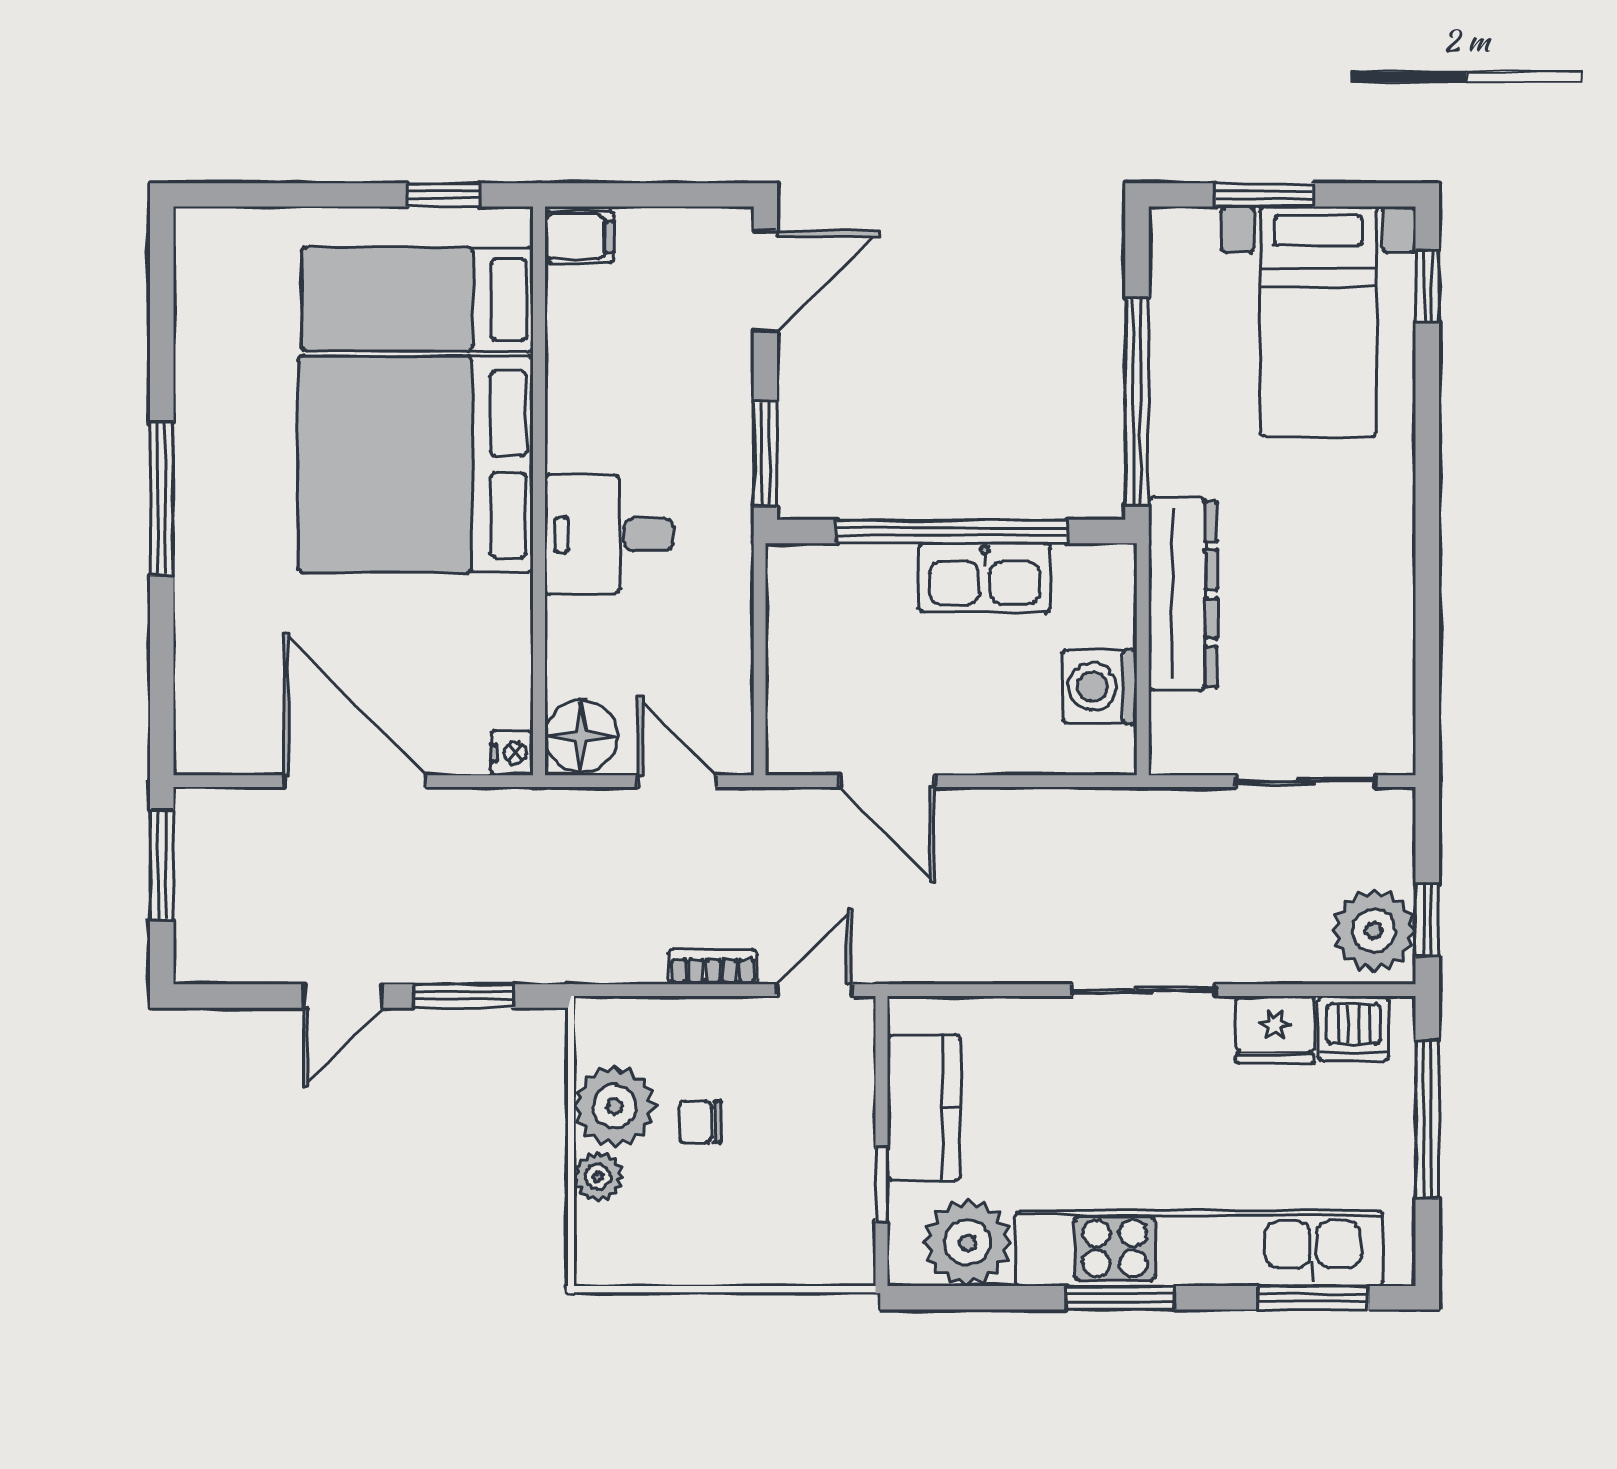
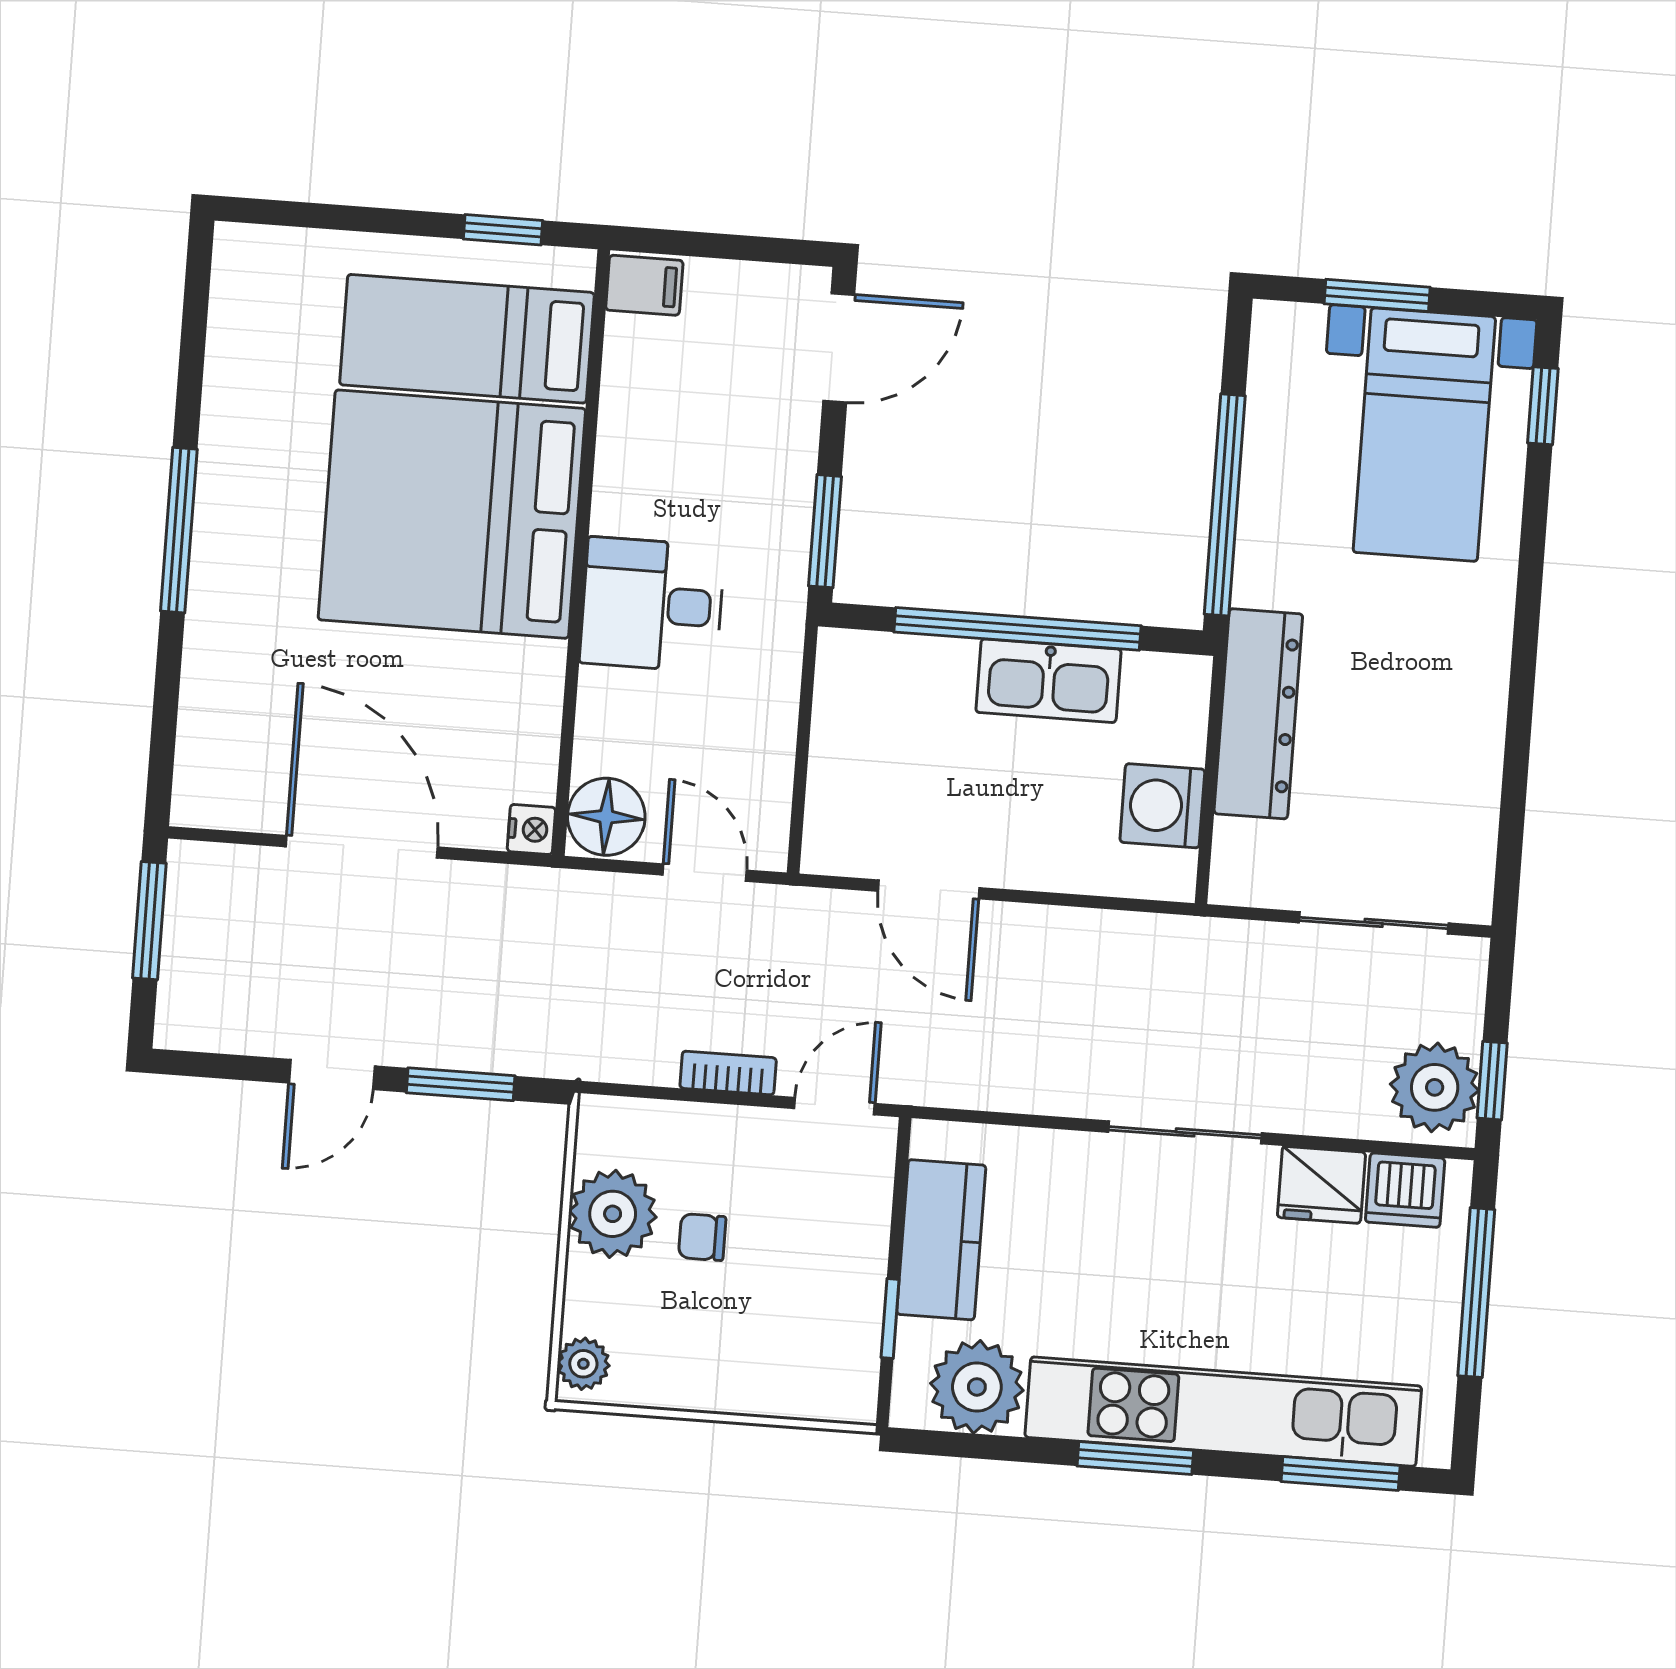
plant: (598, 1176) -> (583, 1364), moved

